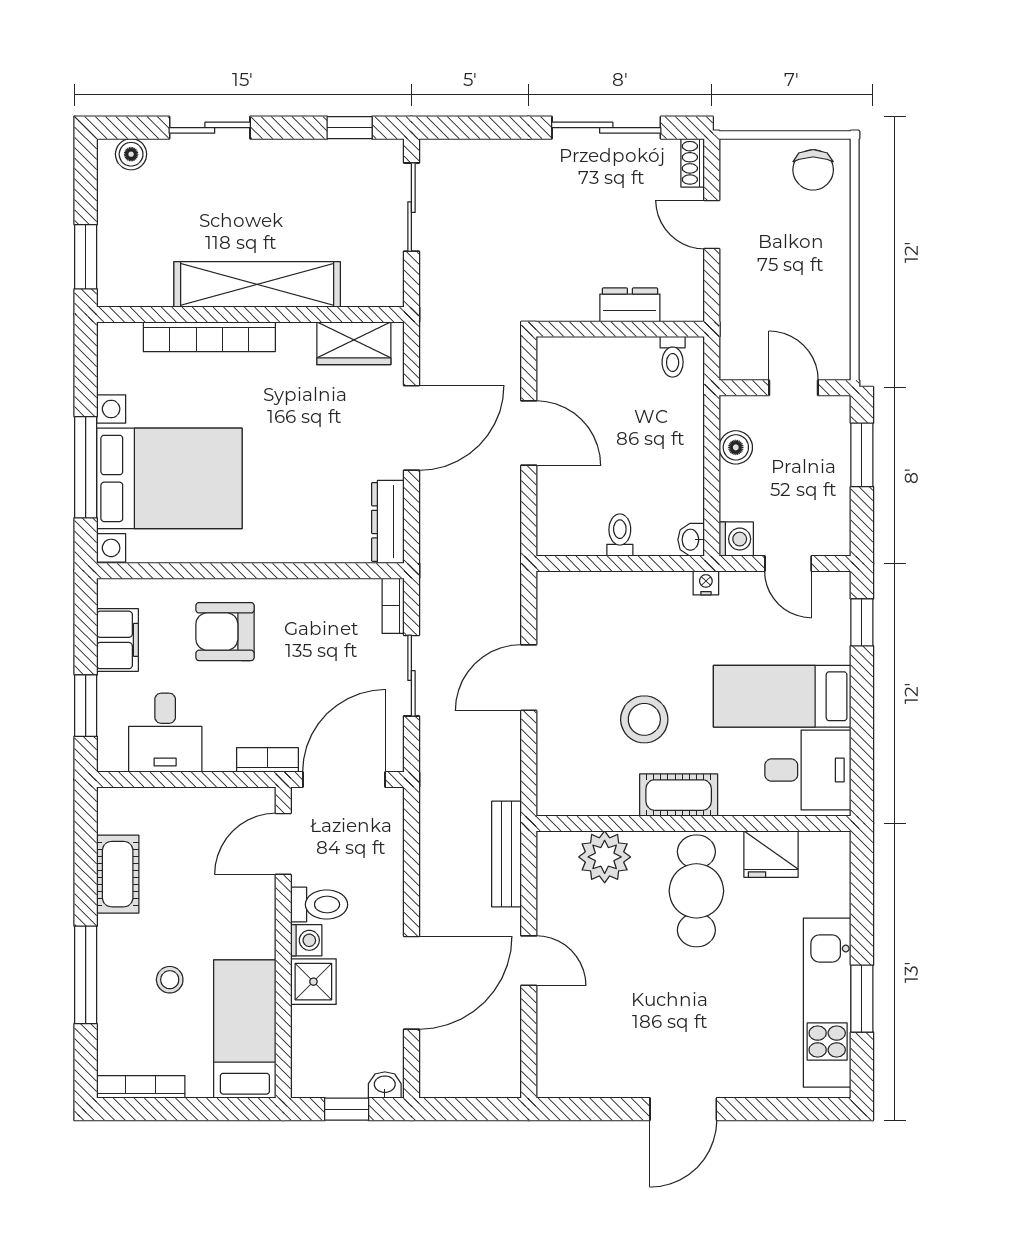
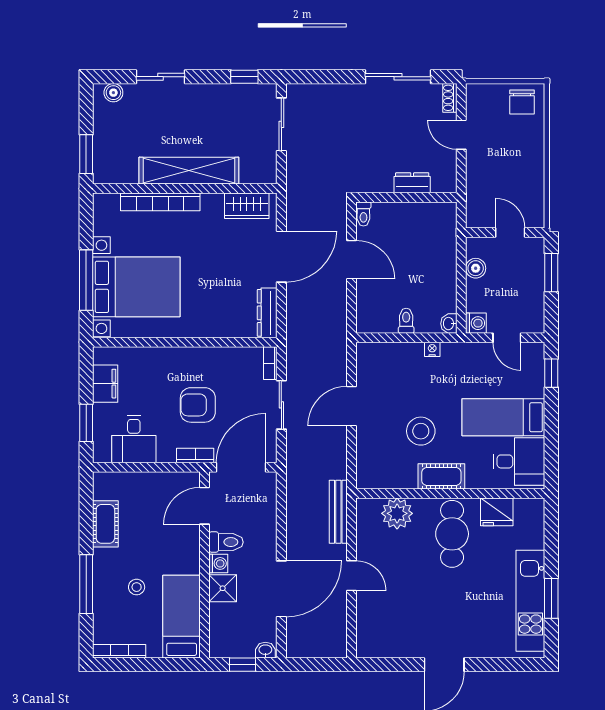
toilet: (673, 357) -> (363, 214), moved
nightstand: (706, 583) -> (432, 349), moved
armchair: (225, 632) -> (198, 405), moved

